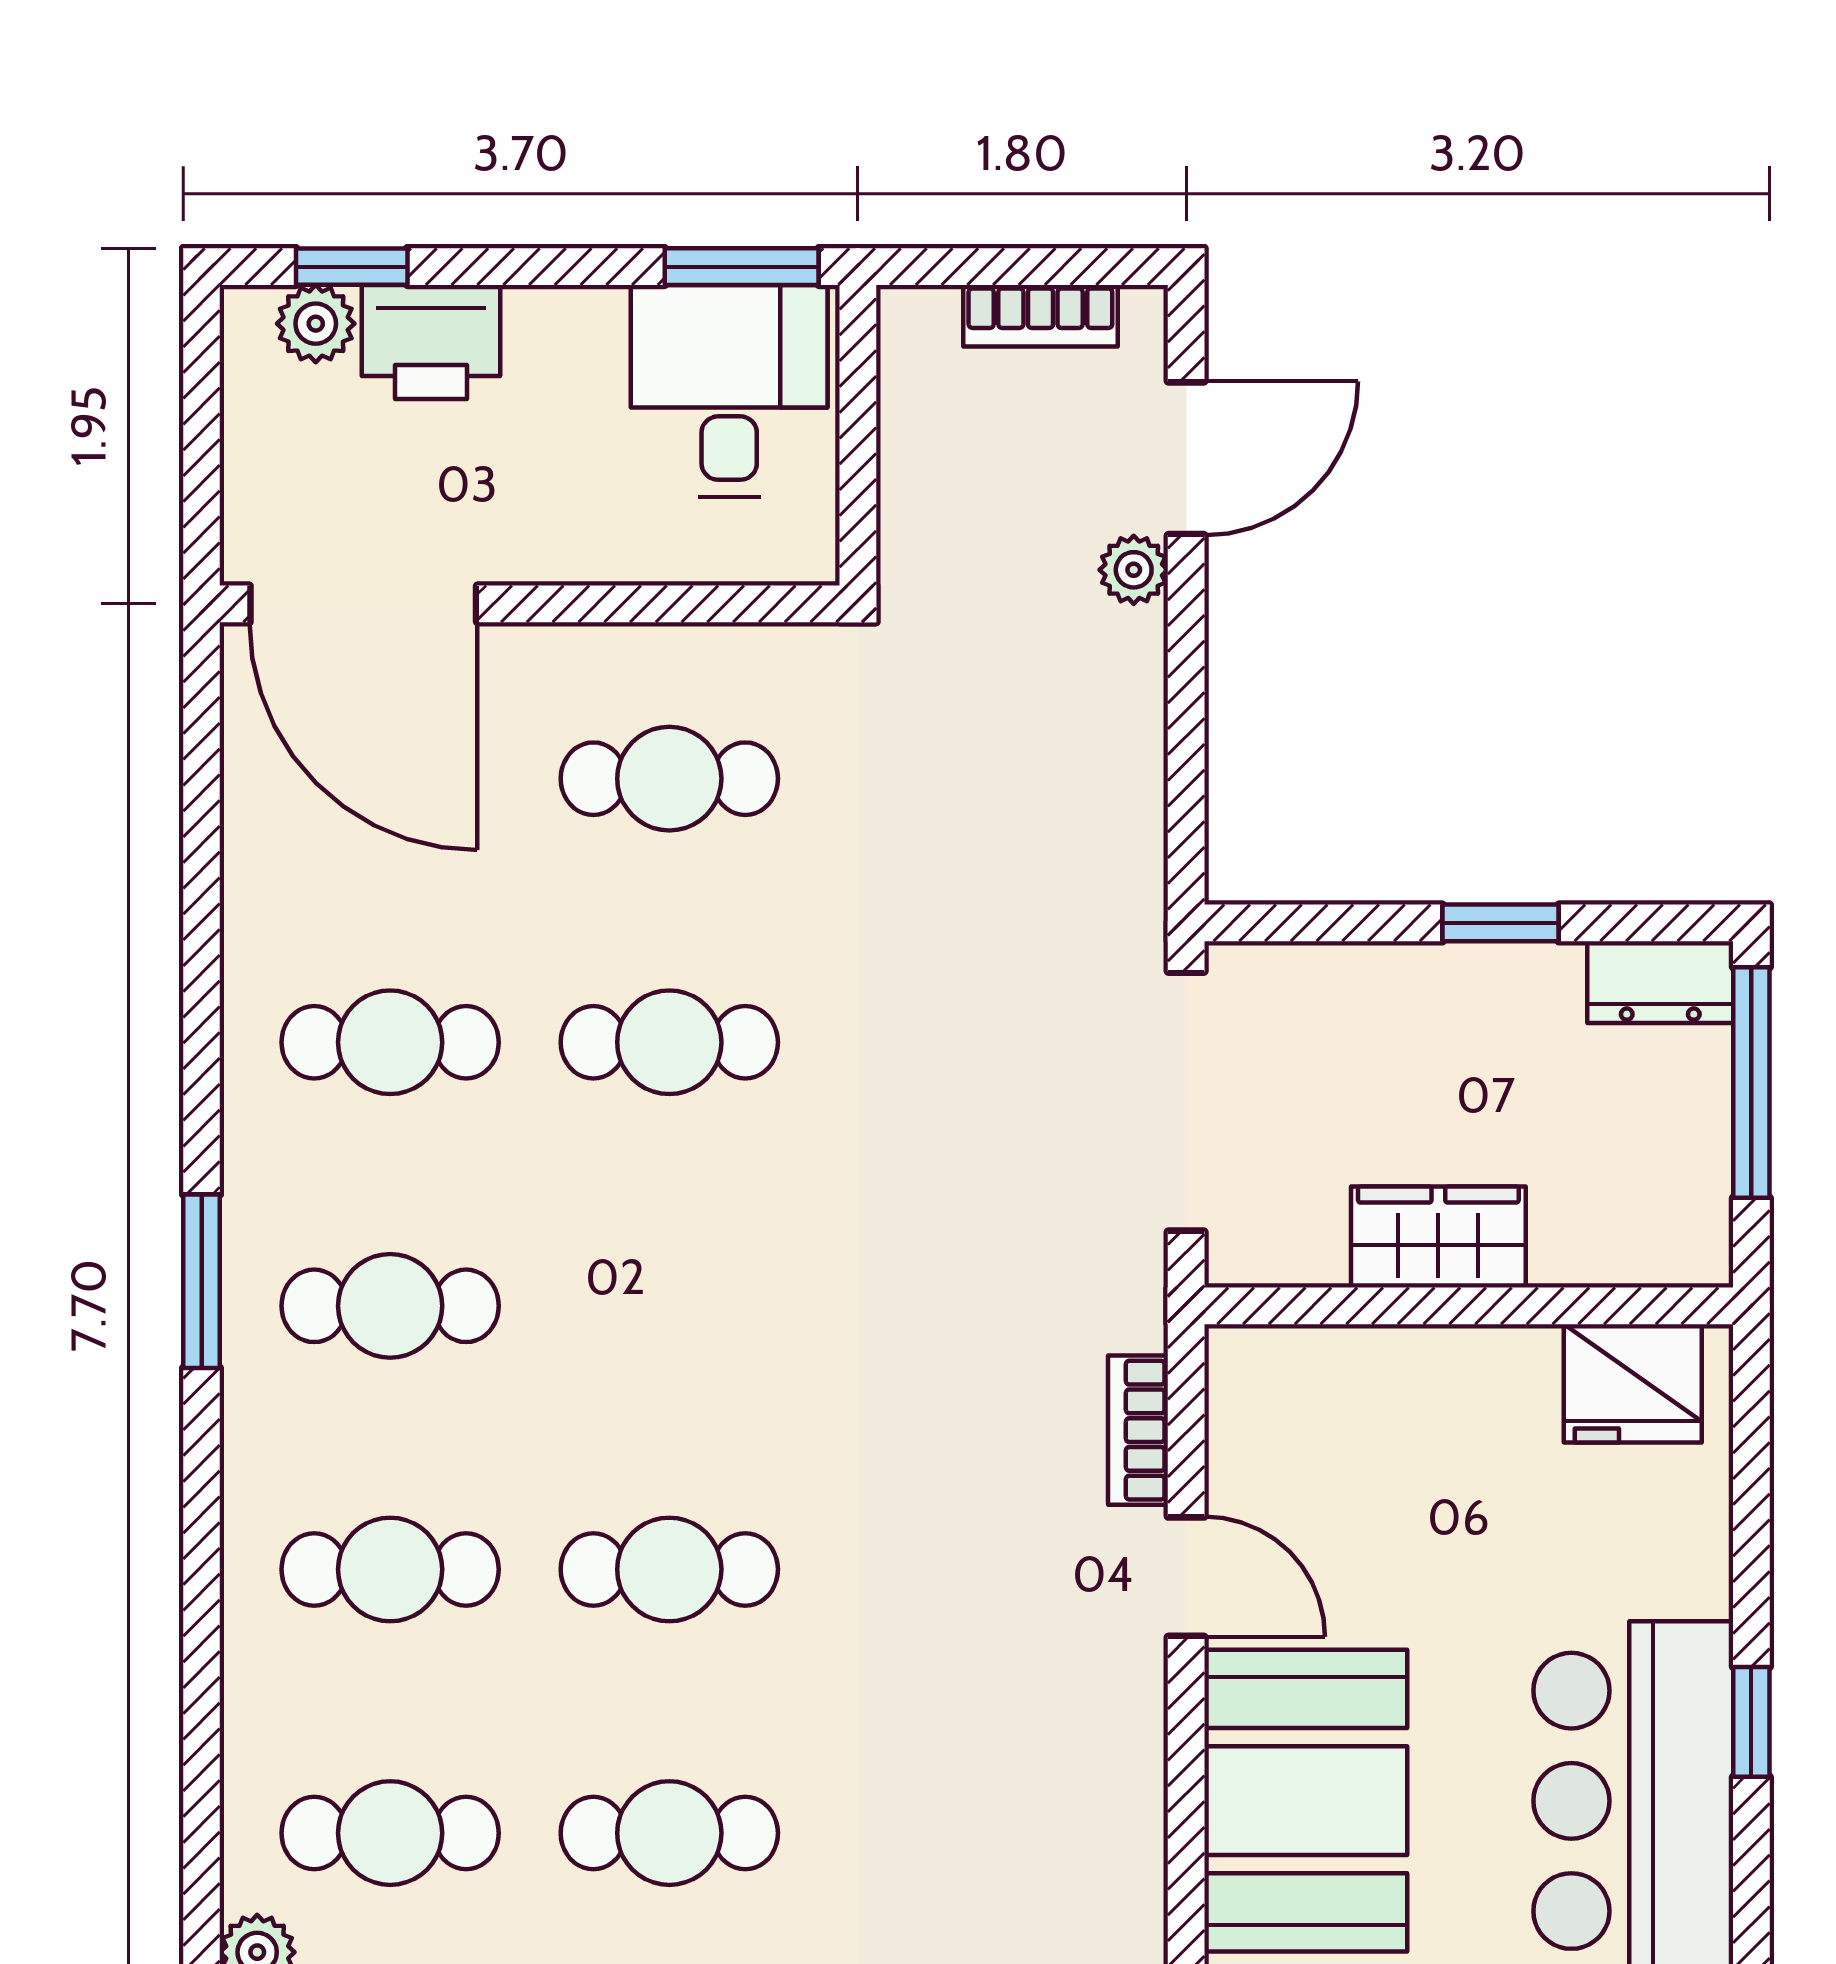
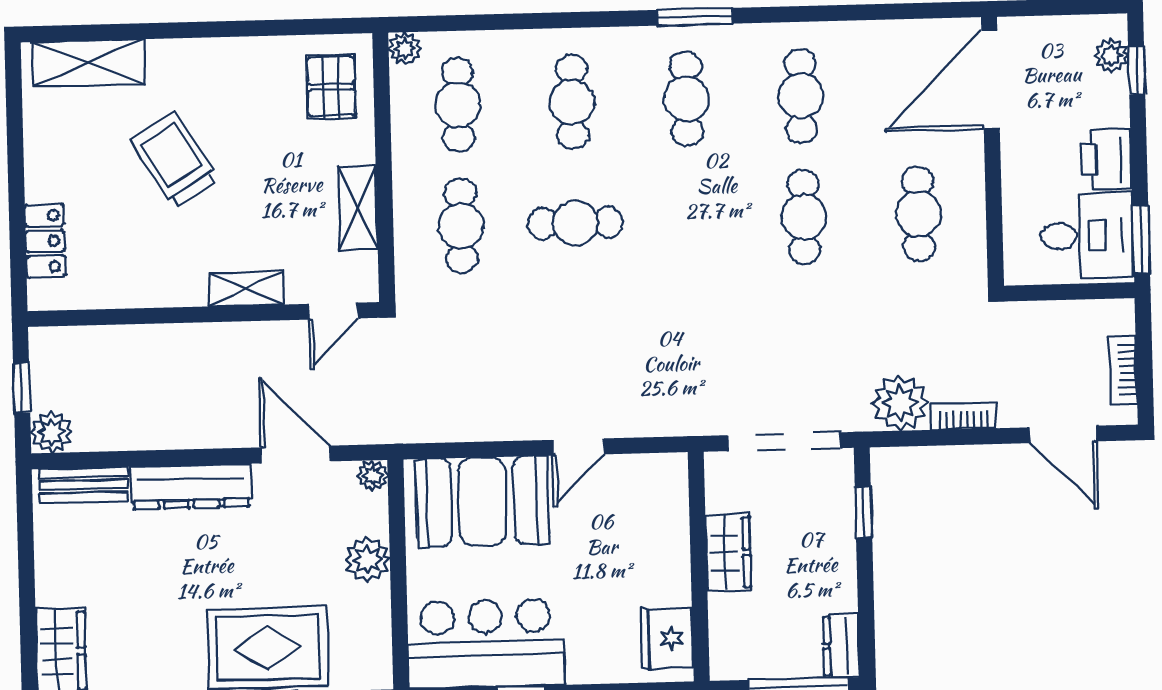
printer: (431, 342) -> (1106, 159), moved
plant: (1134, 570) -> (900, 403), moved, width x1.88, depth x1.88
window: (1501, 923) -> (863, 512), moved
bookcase: (1138, 1430) -> (964, 416), moved
cafe table: (669, 1569) -> (575, 223), turned 90

